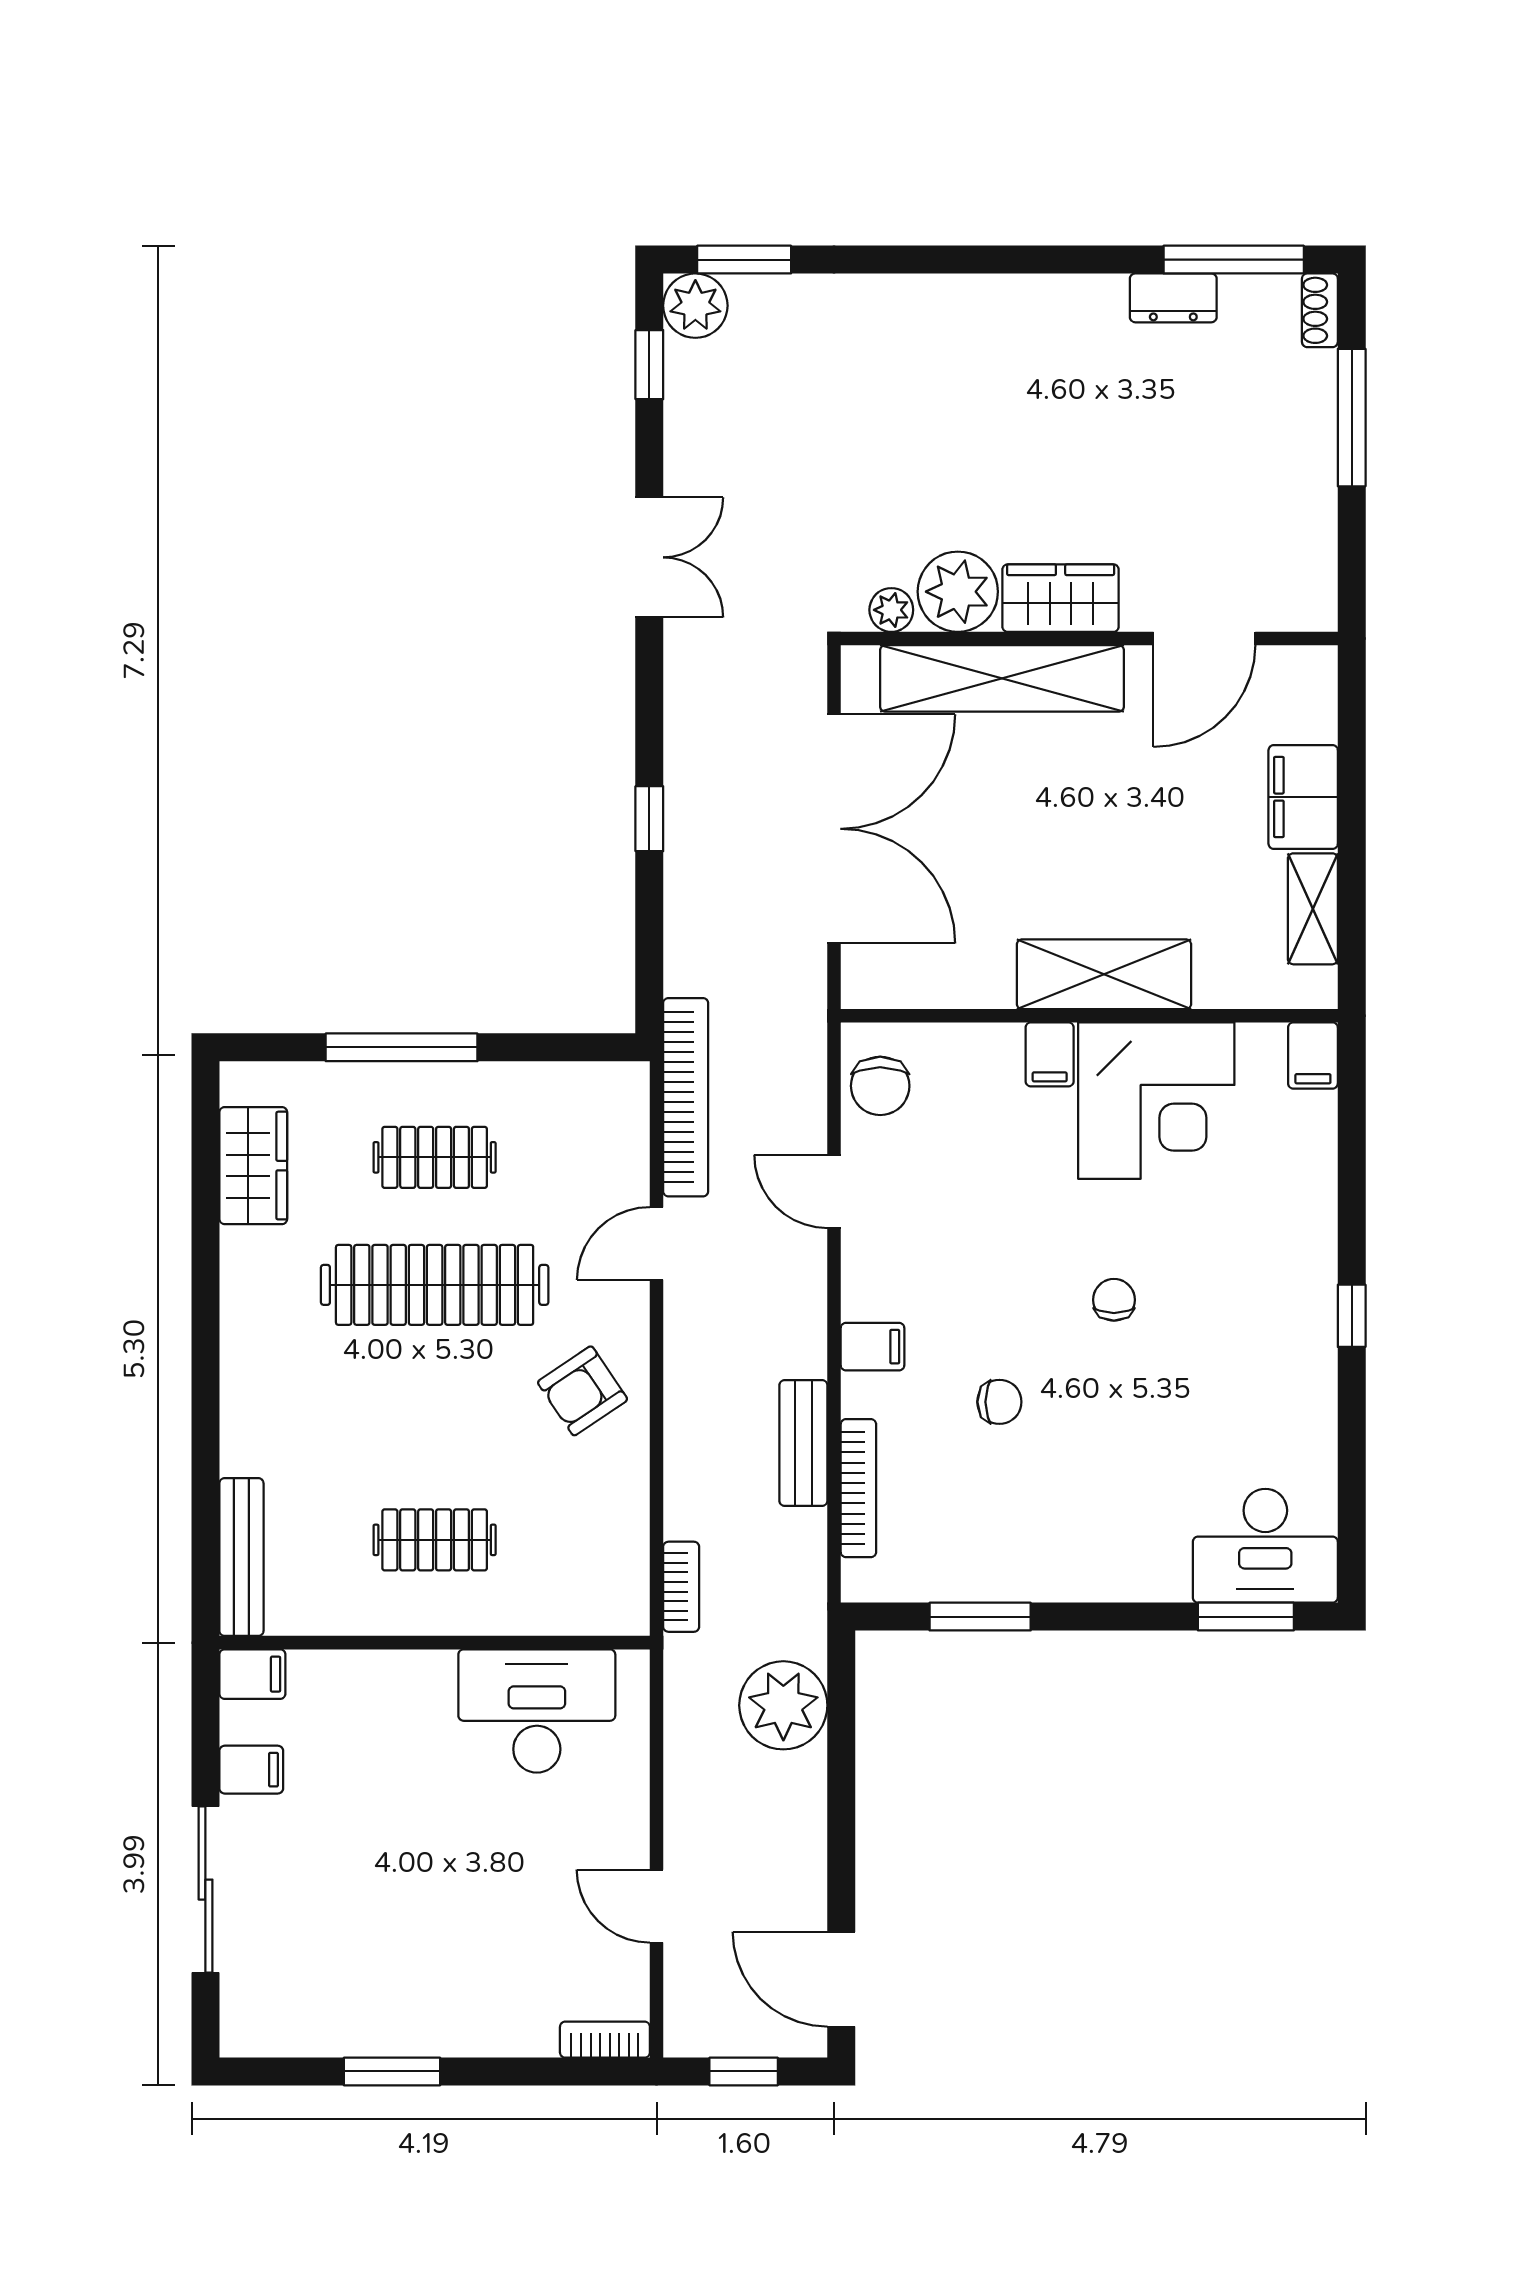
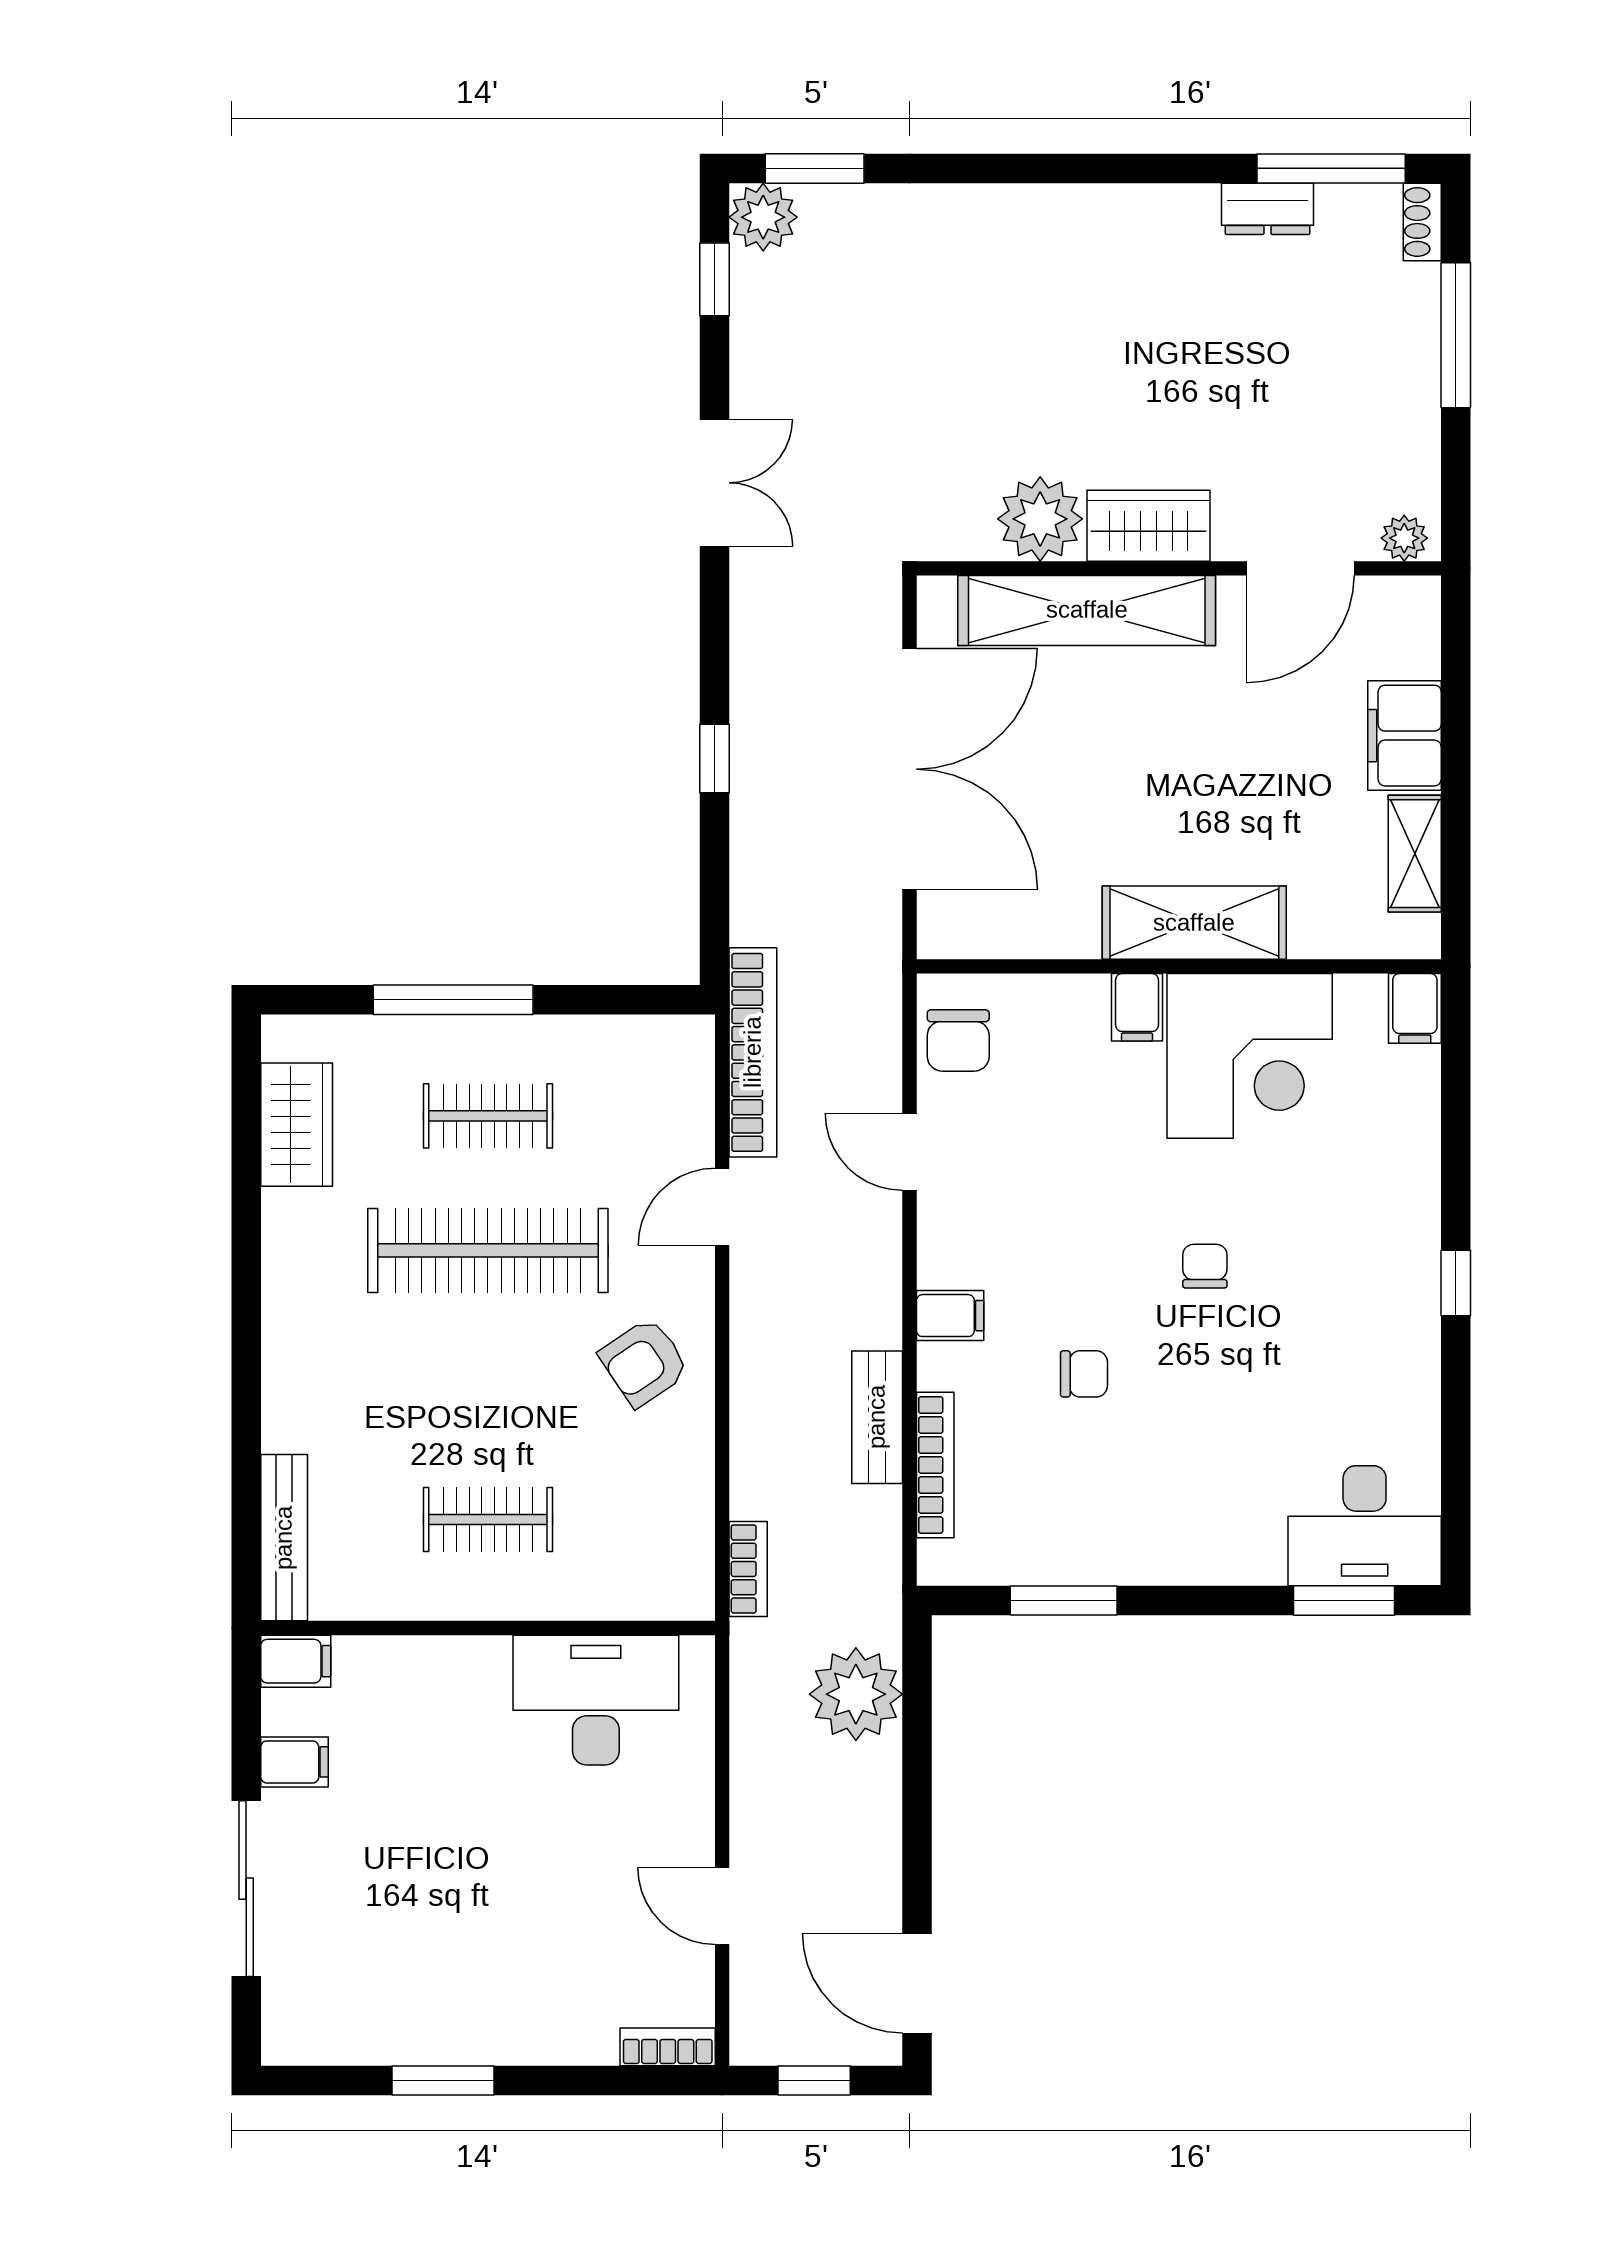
plant: (891, 610) -> (1404, 538), moved

